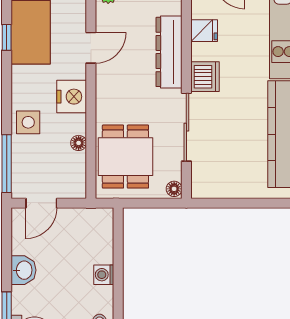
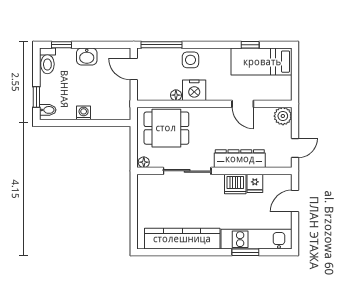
dishwasher: (205, 77) -> (235, 184), moved
nightstand: (72, 97) -> (194, 90), moved

